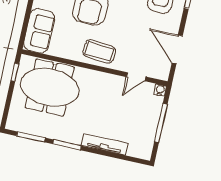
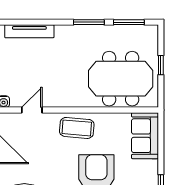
window: (15, 72) -> (161, 65), moved
tv unit: (105, 144) -> (29, 31), moved

